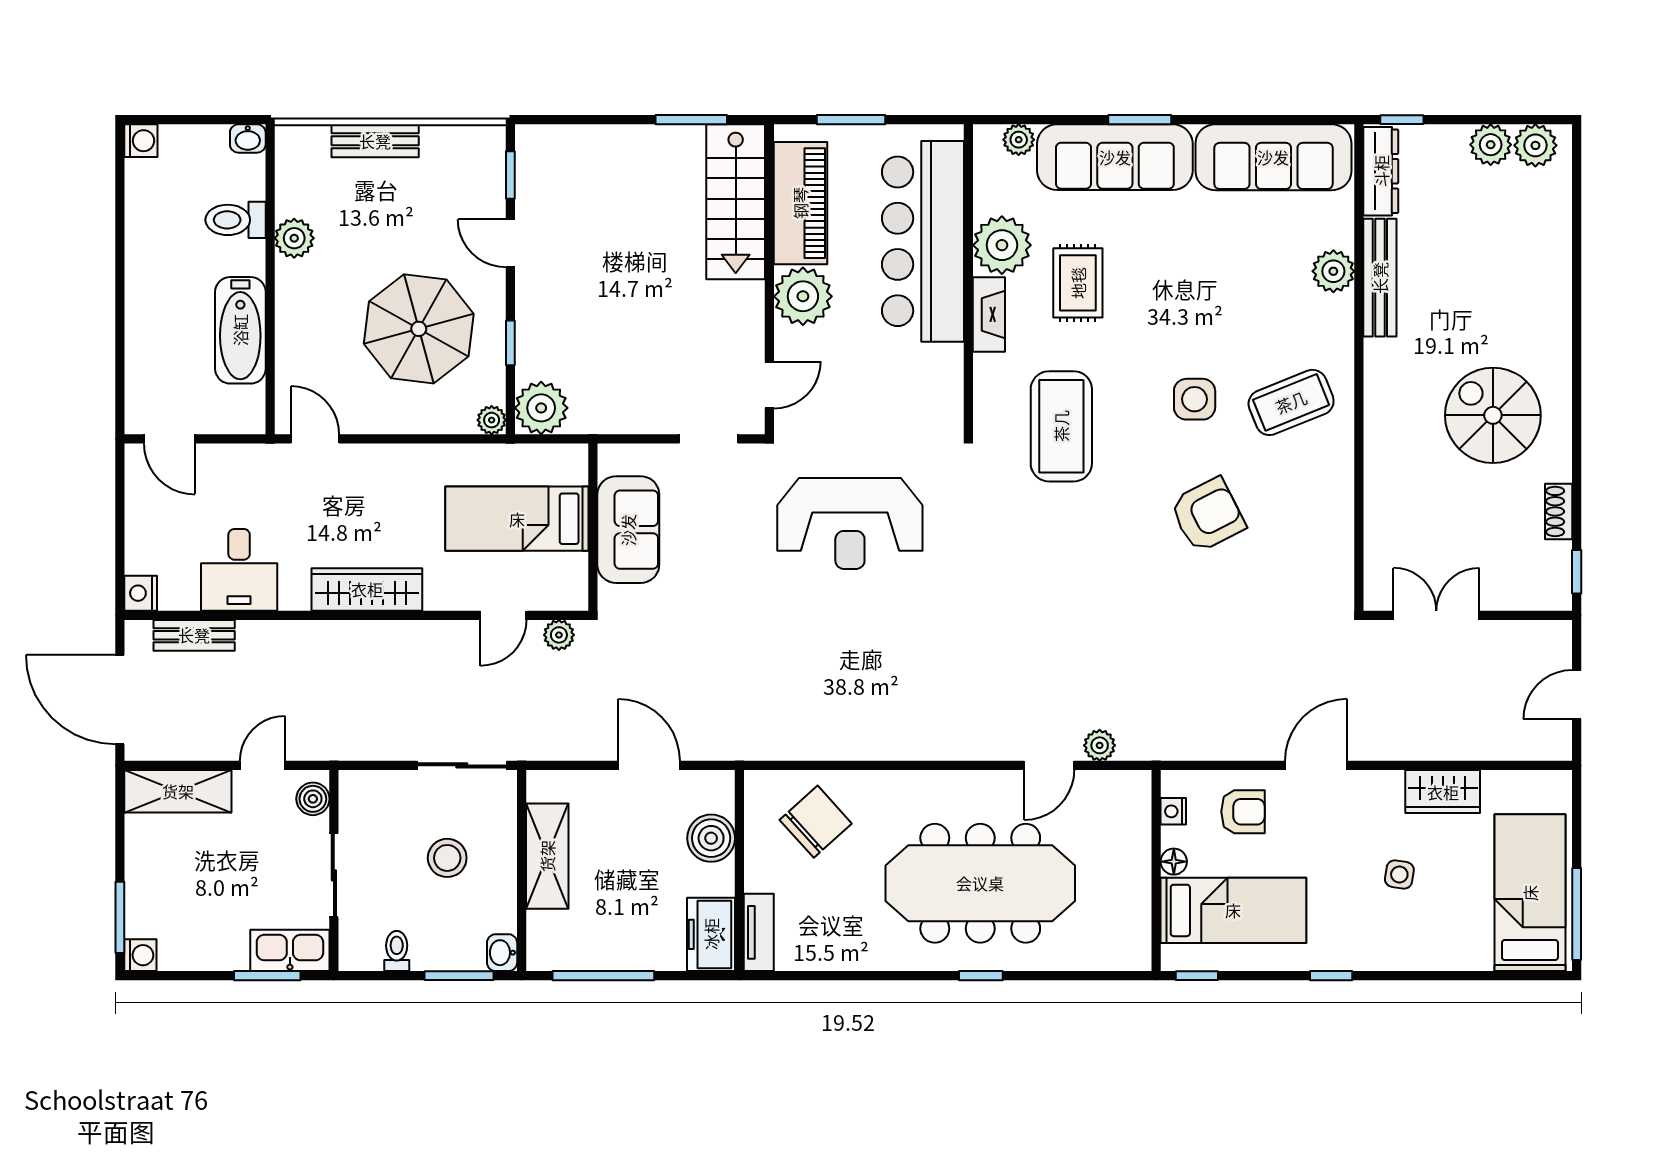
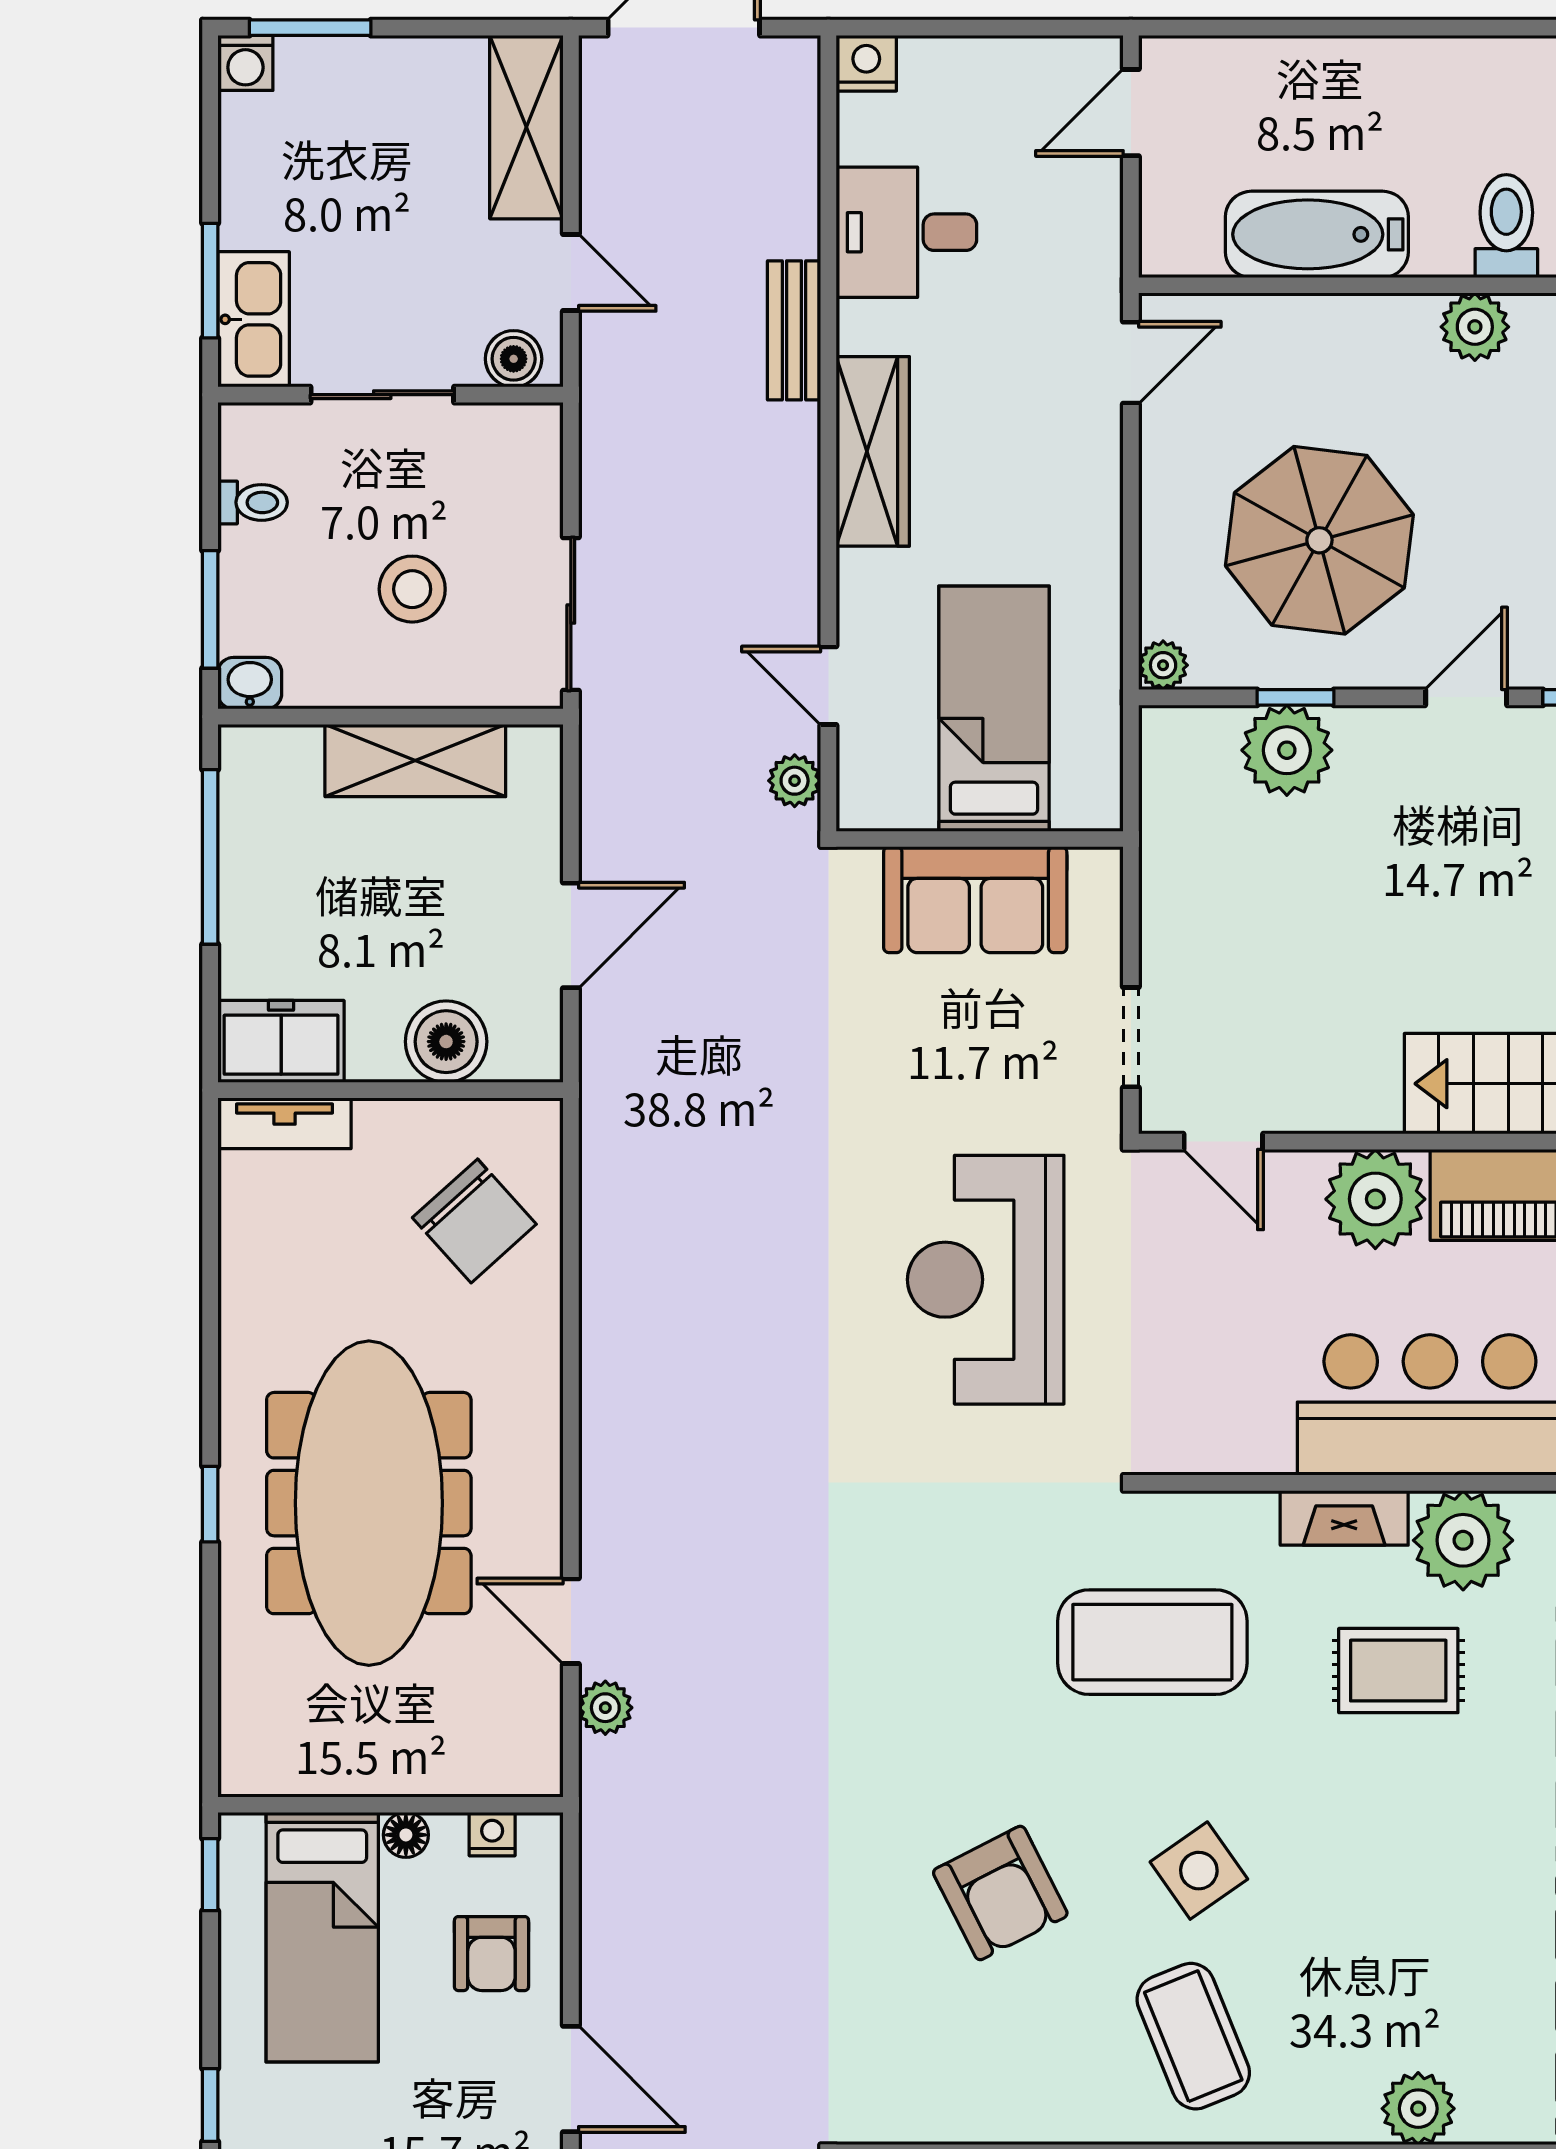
side table: (1195, 399) -> (1199, 1871), turned -35
plant: (541, 408) -> (1287, 750), moved
bench: (194, 635) -> (794, 330), moved

